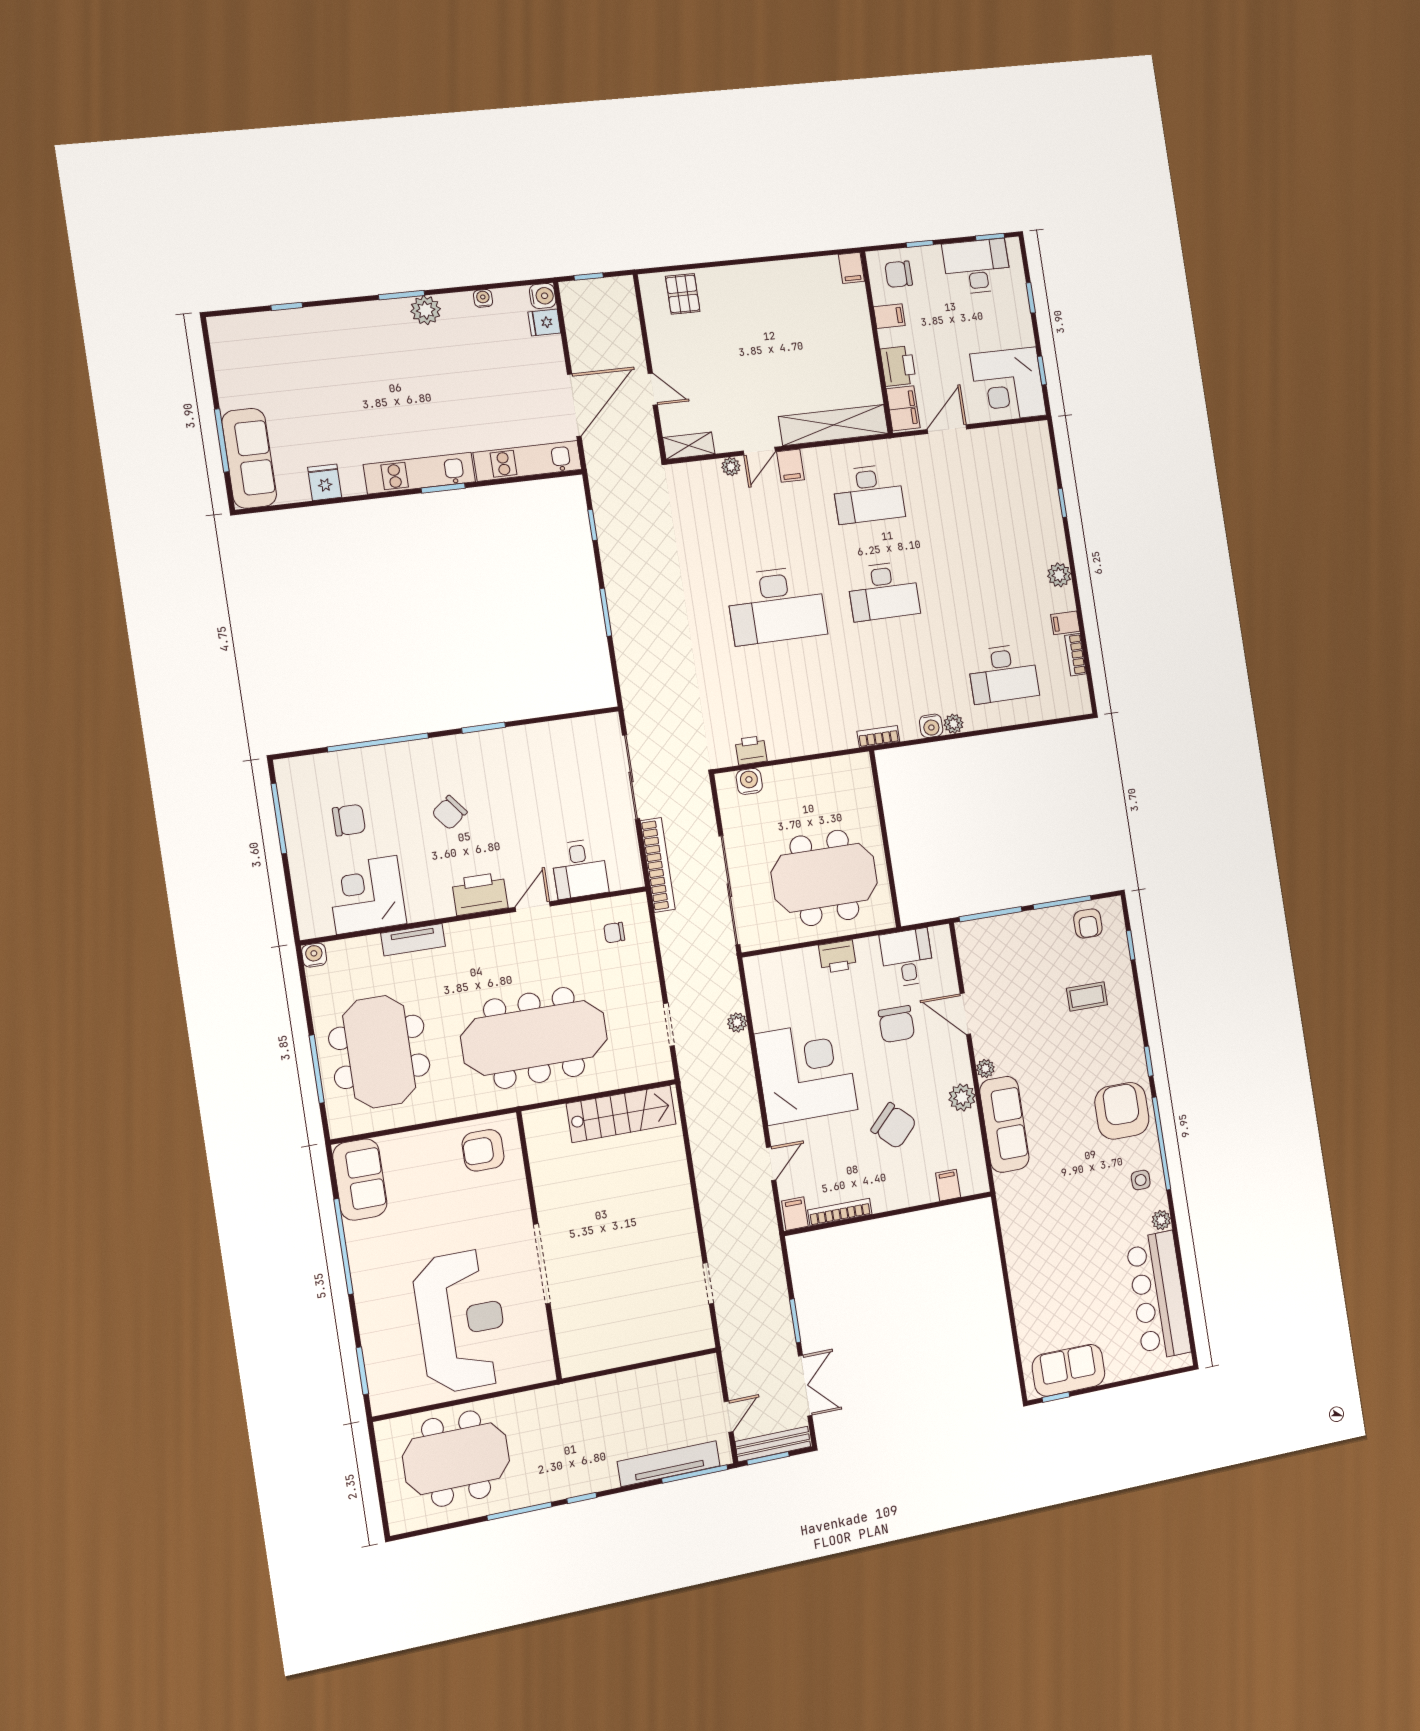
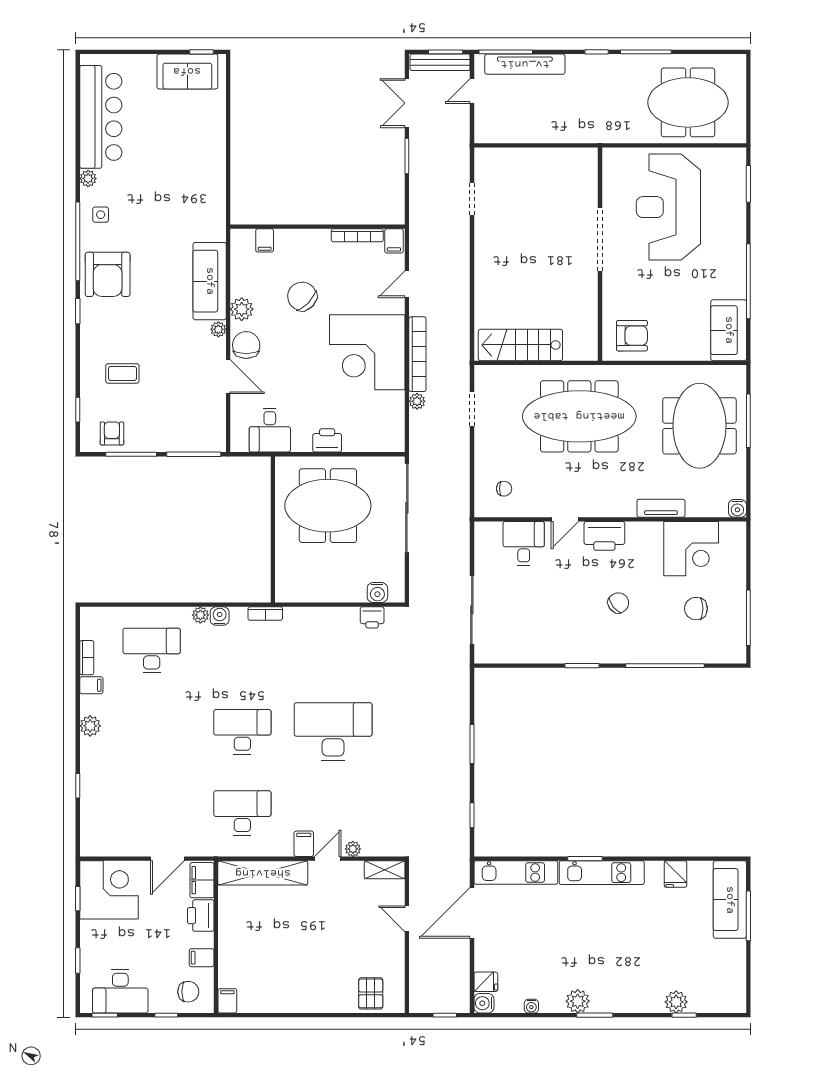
plant: (300, 322) -> (676, 1002), added
bookcase: (658, 865) -> (417, 354), moved, turned 180
chair: (896, 1024) -> (246, 345), moved

